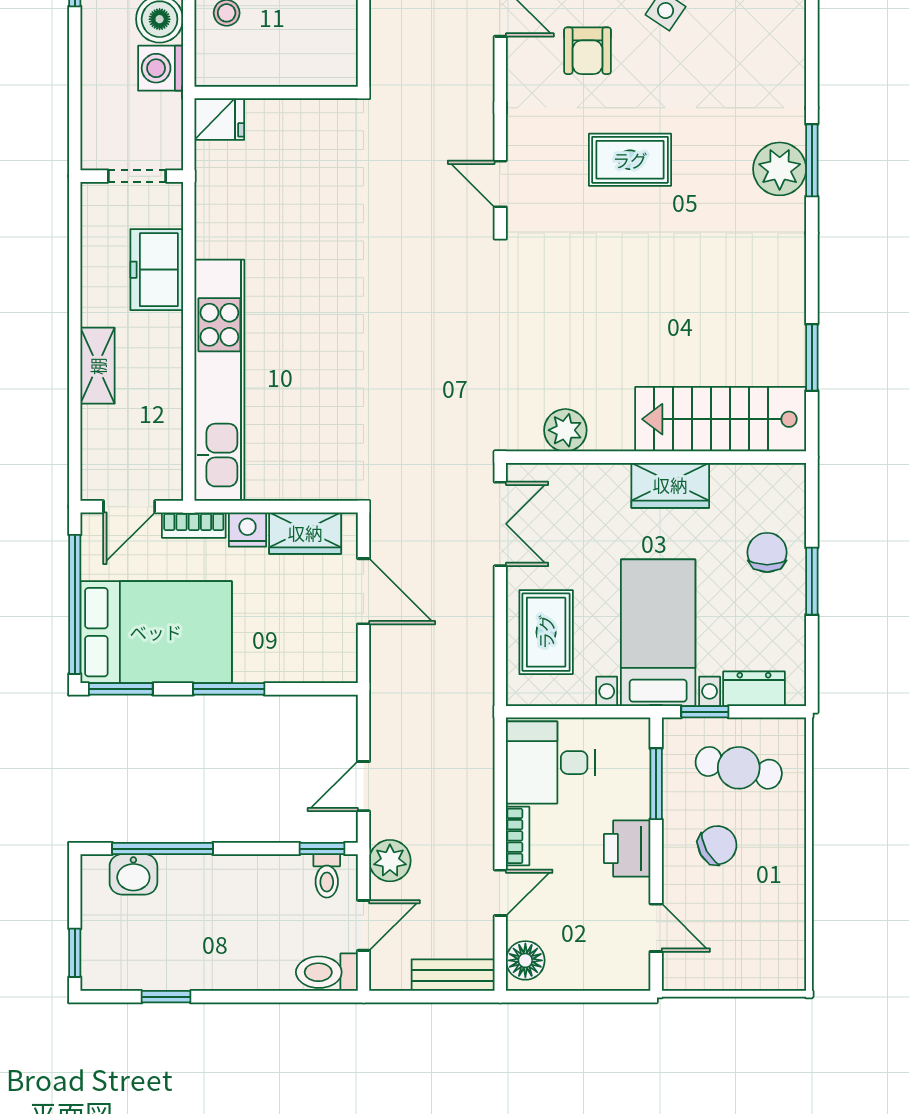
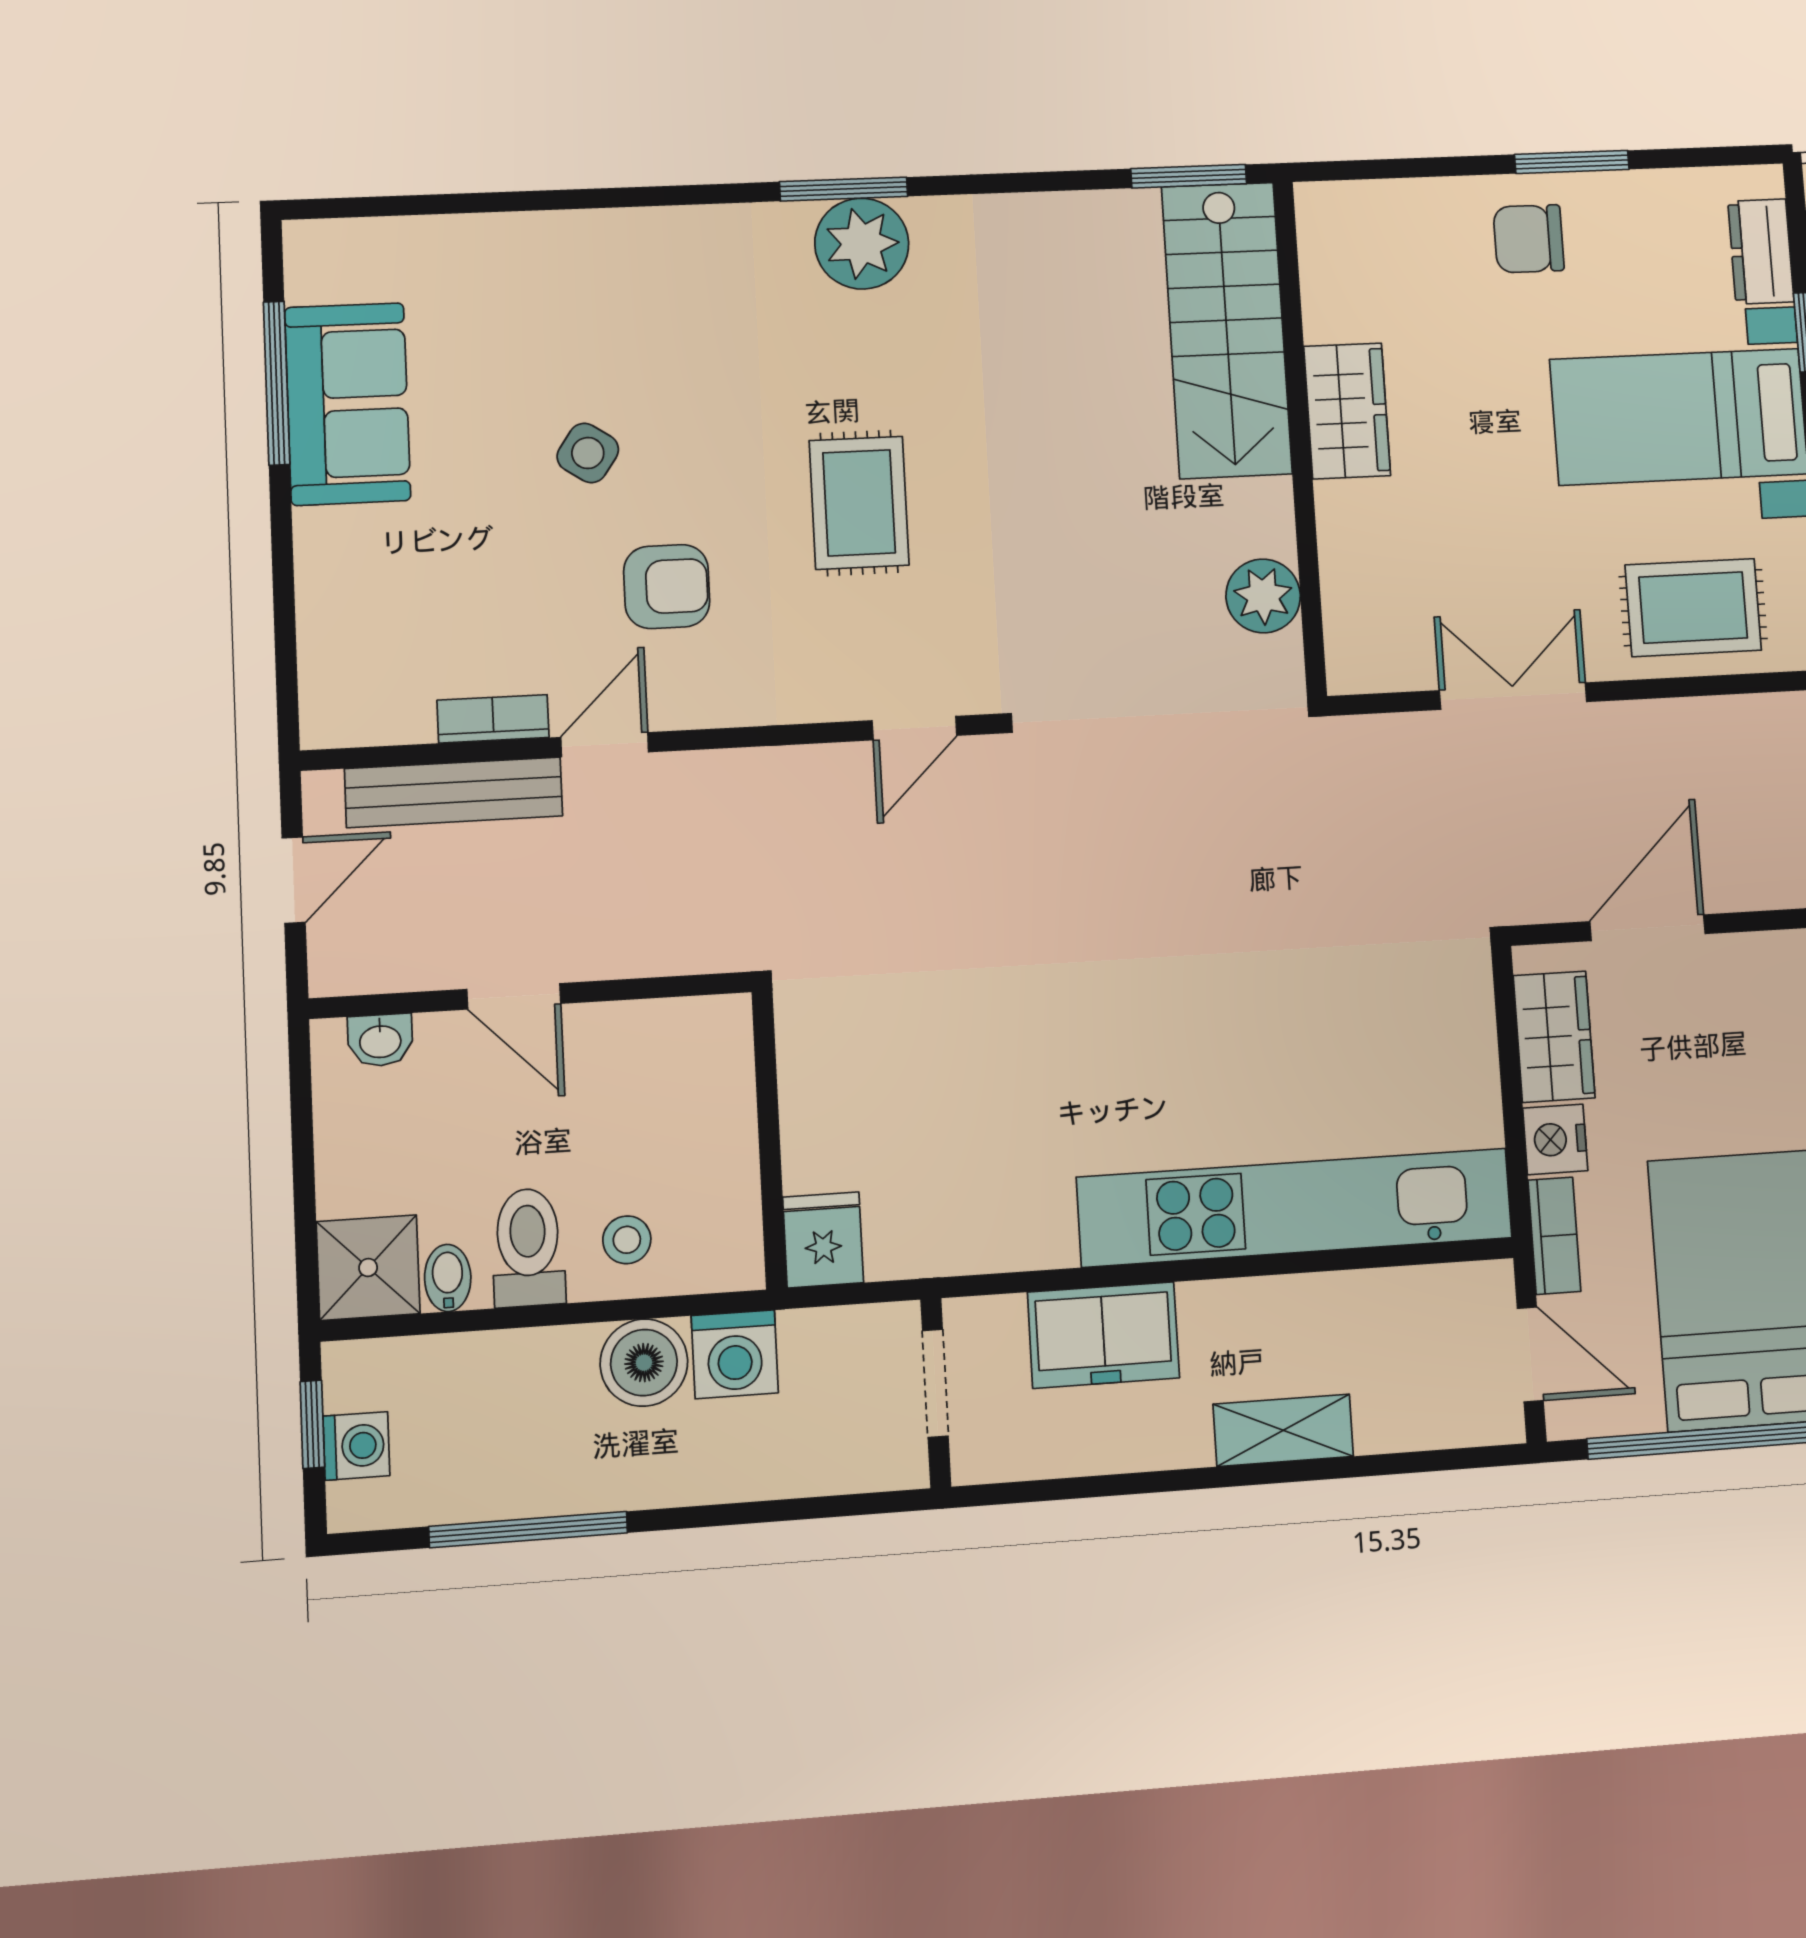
stairs: (721, 419) -> (1227, 330), moved
plant: (565, 430) -> (1263, 596), moved
wall: (656, 457) -> (1300, 437), moved
wardrobe: (670, 485) -> (1347, 411), moved

